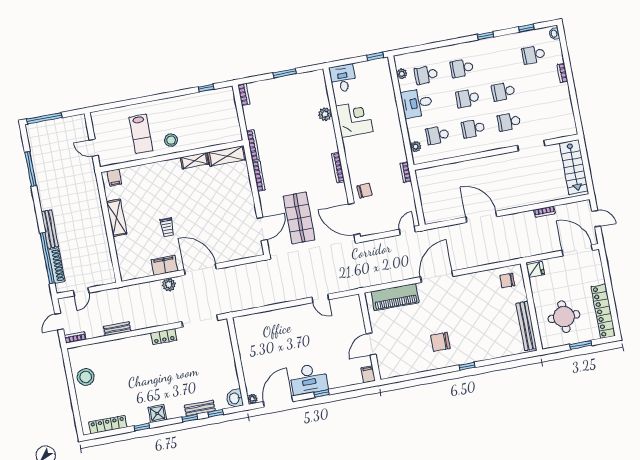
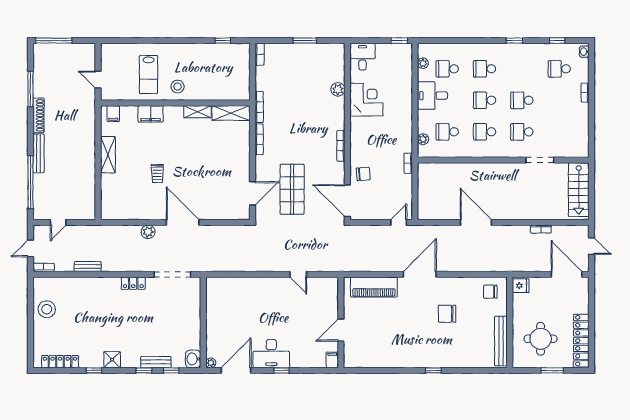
filing cabinet: (164, 265) -> (151, 114), moved, turned 180
shoe rack: (57, 266) -> (39, 115), moved
chair: (440, 342) -> (447, 314), moved

